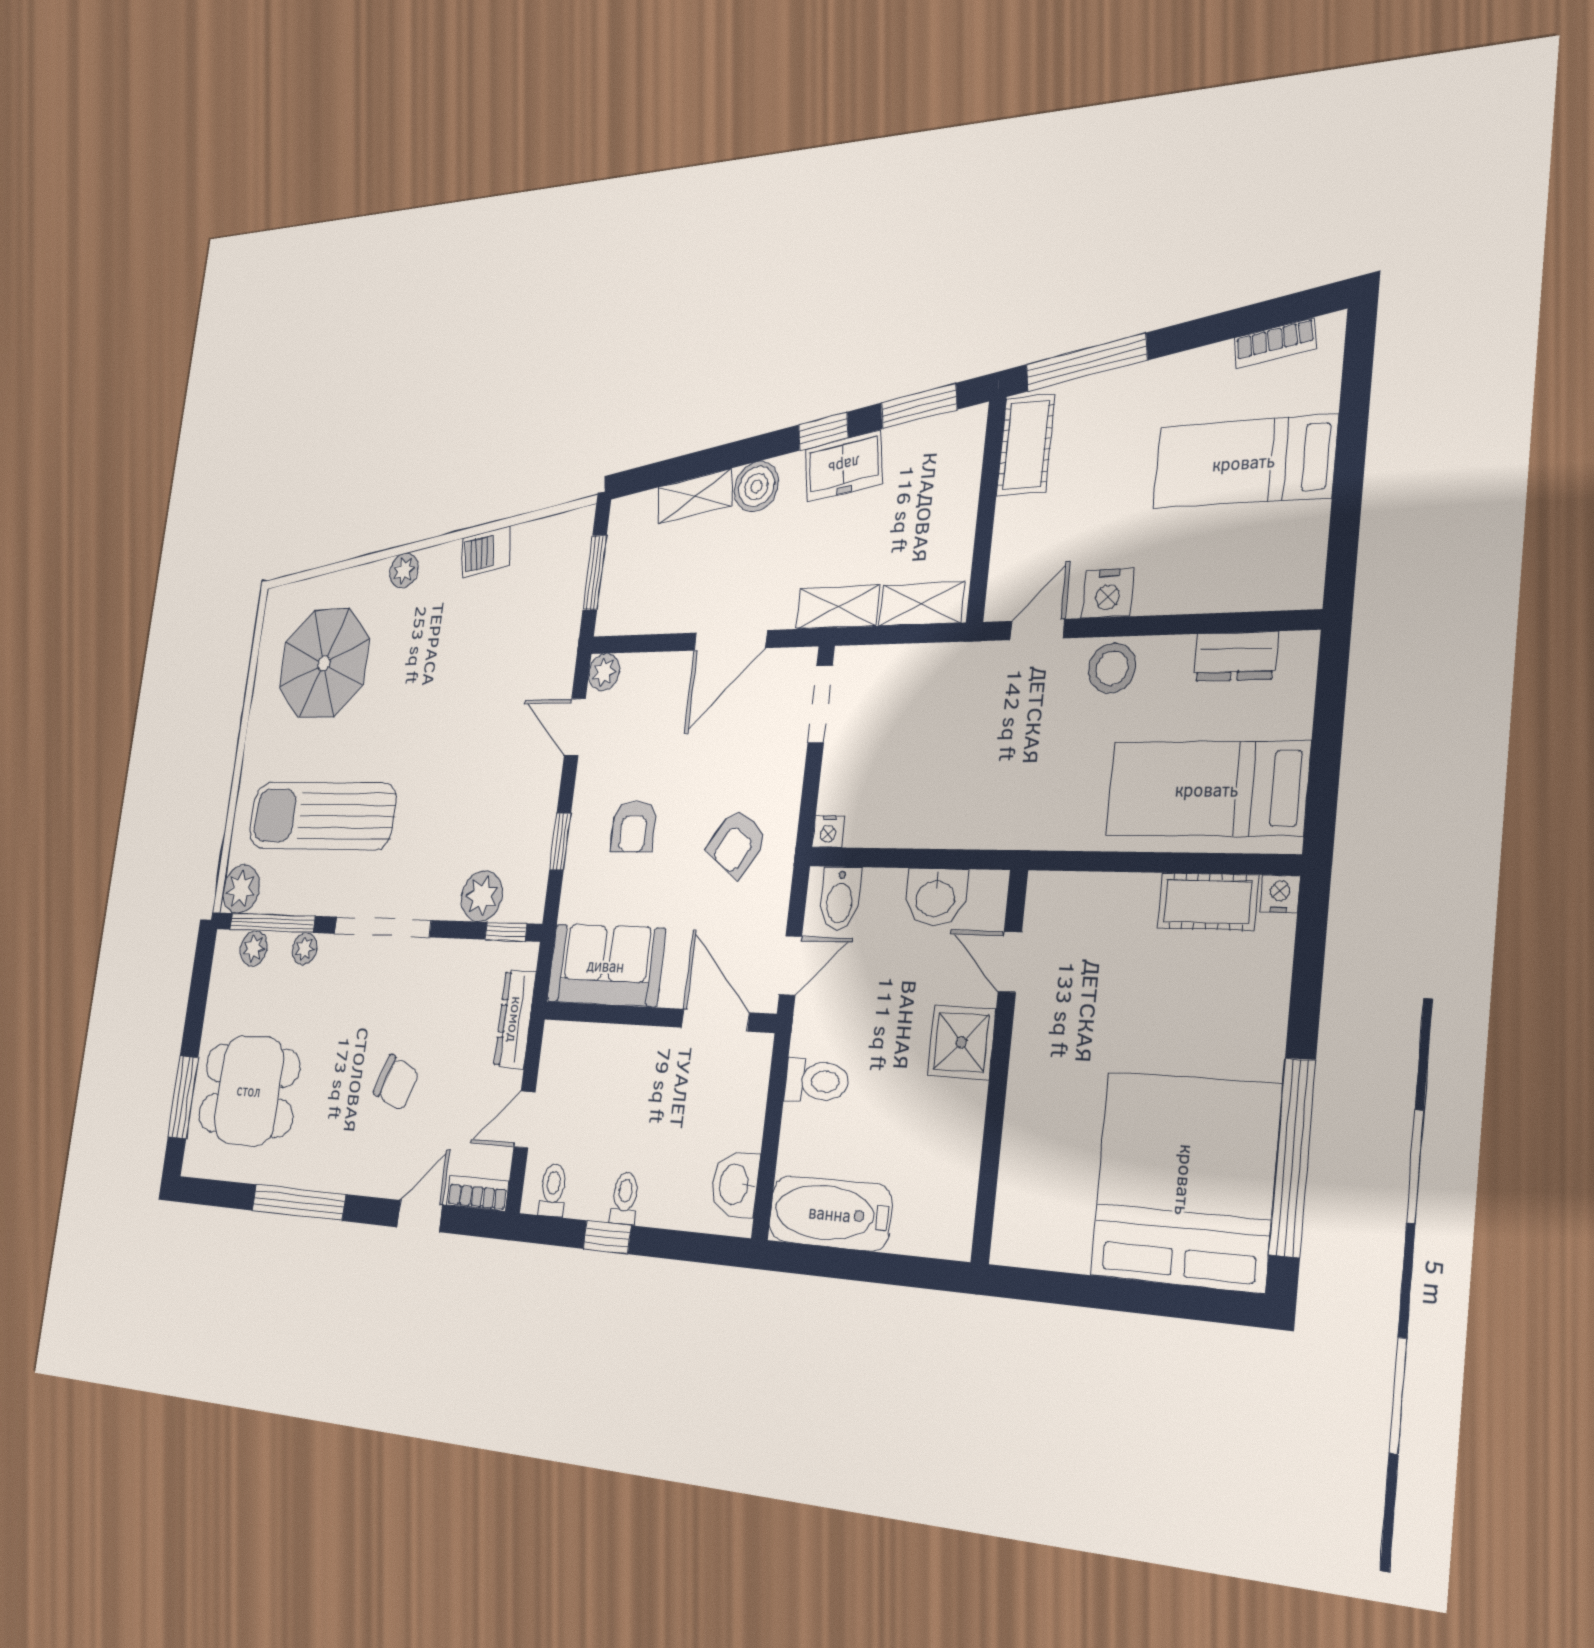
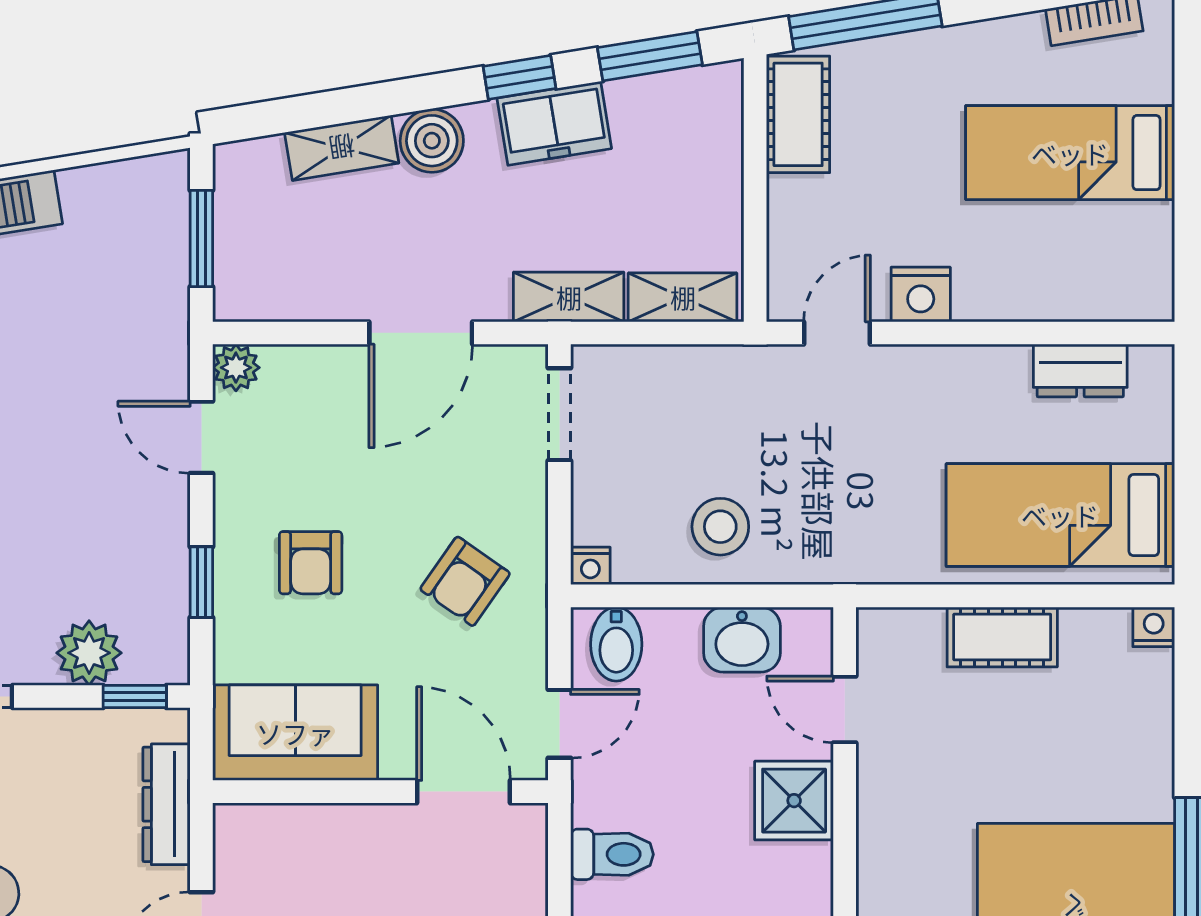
stool: (1112, 668) -> (720, 527), moved
cot: (1208, 902) -> (1002, 637), moved

